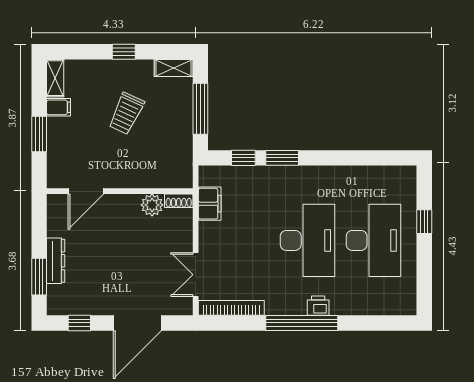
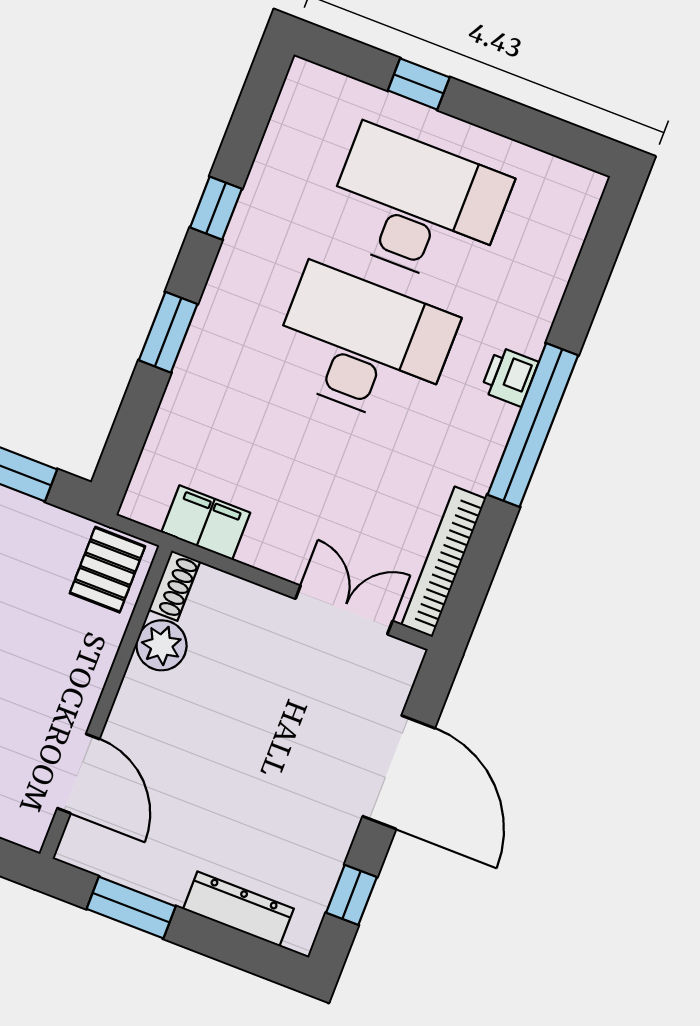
window: (243, 158) -> (216, 208), moved
pallet: (175, 171) -> (107, 570), added
dresser: (56, 261) -> (238, 909), moved
double door: (196, 275) -> (344, 610), swing flipped
window: (39, 277) -> (131, 908), moved

